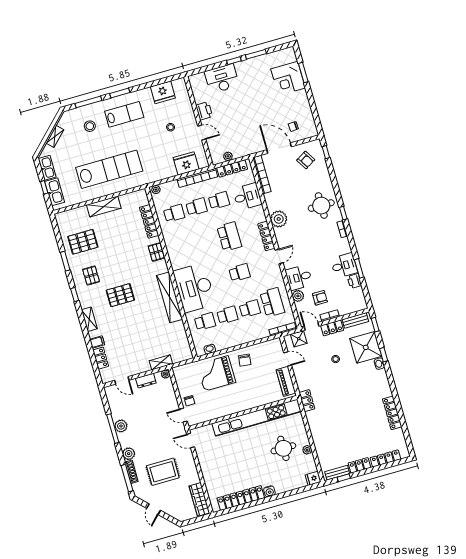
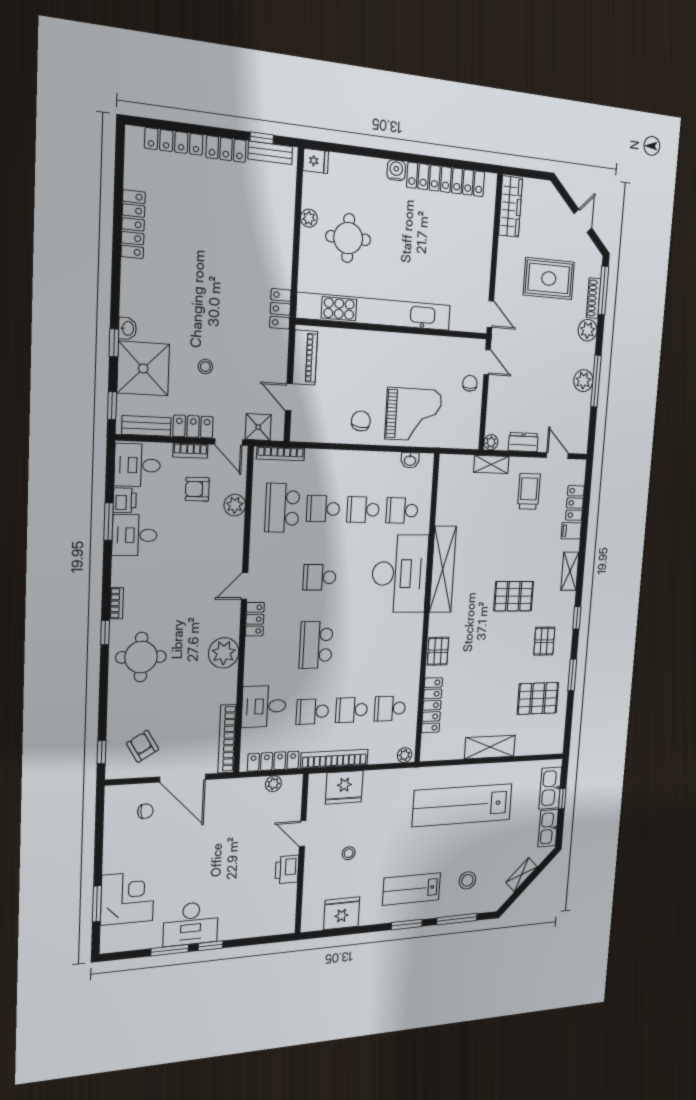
desk: (222, 79) -> (191, 924), moved
locker: (266, 236) -> (255, 619), width x0.66
desk: (299, 277) -> (137, 465), moved, turned 180
trolley: (132, 355) -> (529, 491), added

